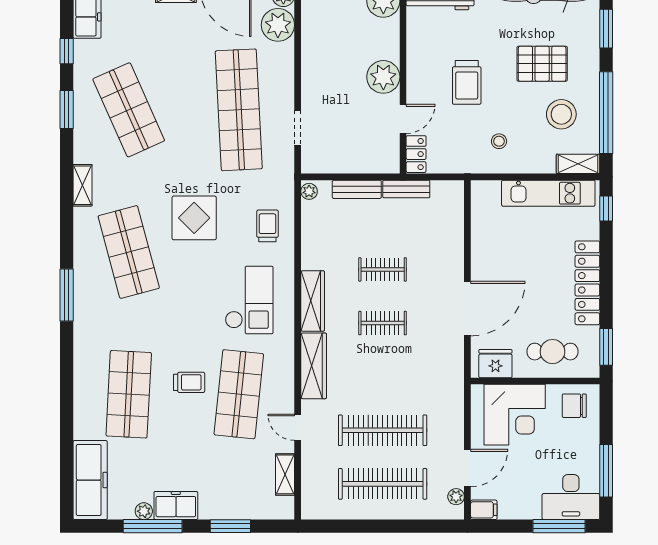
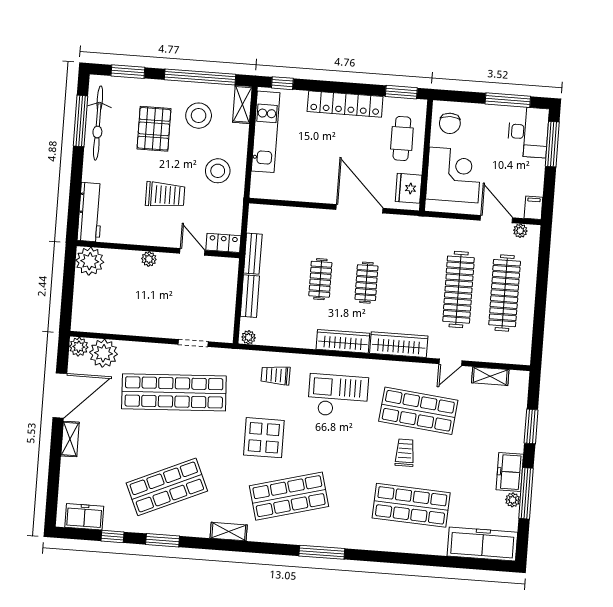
plant: (383, 77) -> (149, 259), width x0.53, depth x0.53
stool: (499, 141) -> (218, 171), width x1.89, depth x1.89

